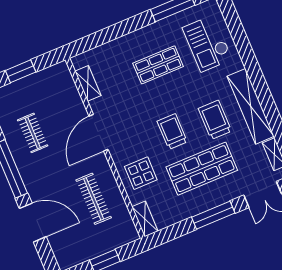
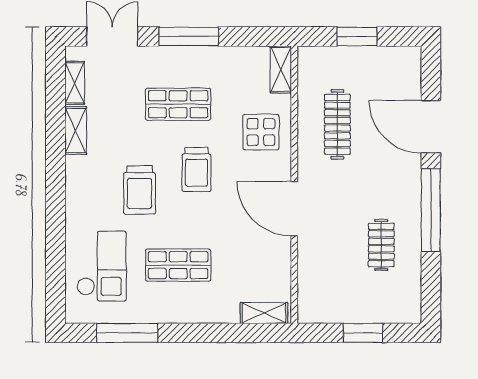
shelving: (88, 83) -> (264, 313), moved, turned 90
shelving: (251, 106) -> (76, 131), width x0.45, depth x0.75
trolley: (215, 120) -> (139, 190), moved
door: (99, 133) -> (294, 209), swing flipped
shop shelf: (202, 169) -> (178, 104), width x0.70, depth x0.74

